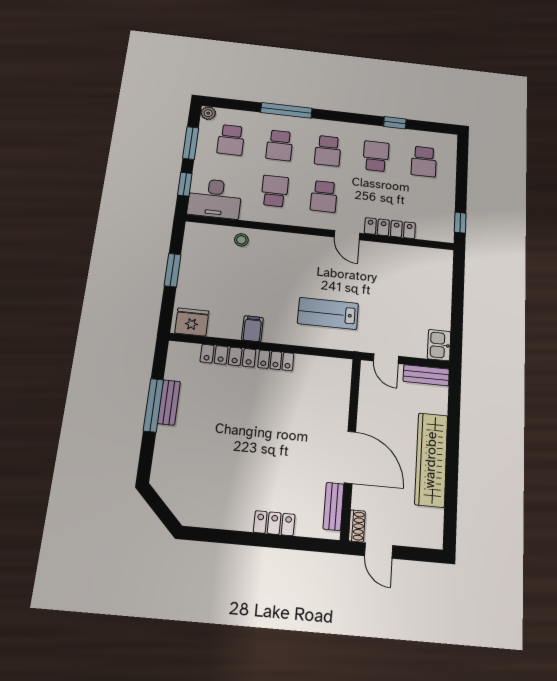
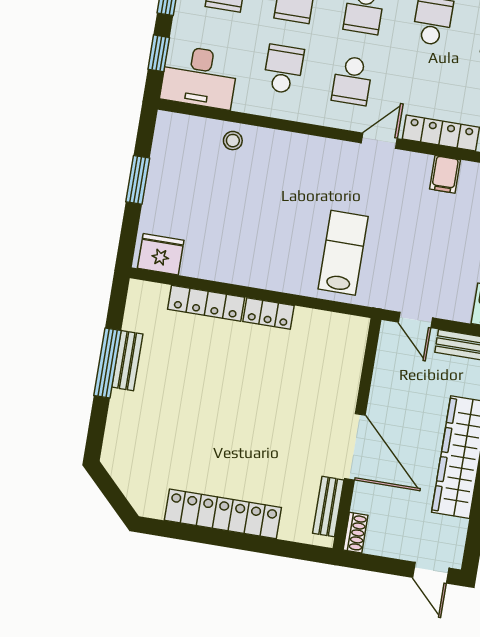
door: (347, 235) -> (379, 141), swing flipped
lab bench: (328, 313) -> (343, 253), turned 90
filing cabinet: (252, 329) -> (445, 174), moved, turned 180
locker: (274, 523) -> (223, 514), width x2.16, depth x1.21
door: (379, 551) -> (431, 573), moved

